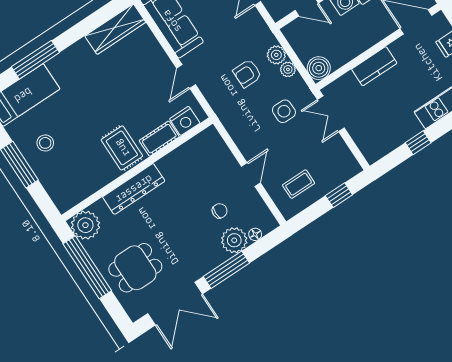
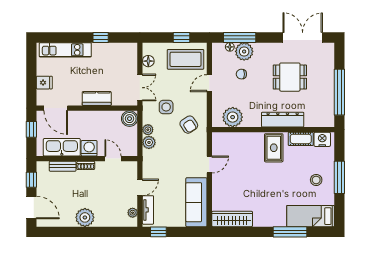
armchair: (247, 73) -> (189, 125), moved, turned 57
nightstand: (185, 121) -> (322, 139), moved
cot: (159, 139) -> (301, 139), moved
floor lamp: (342, 152) -> (148, 61), added
coffee table: (299, 184) -> (185, 59), width x1.86, depth x1.72
window: (339, 195) -> (181, 37), moved
plant: (85, 225) -> (233, 117), moved
dining table: (135, 268) -> (290, 77), moved
window: (226, 270) -> (240, 37), moved

